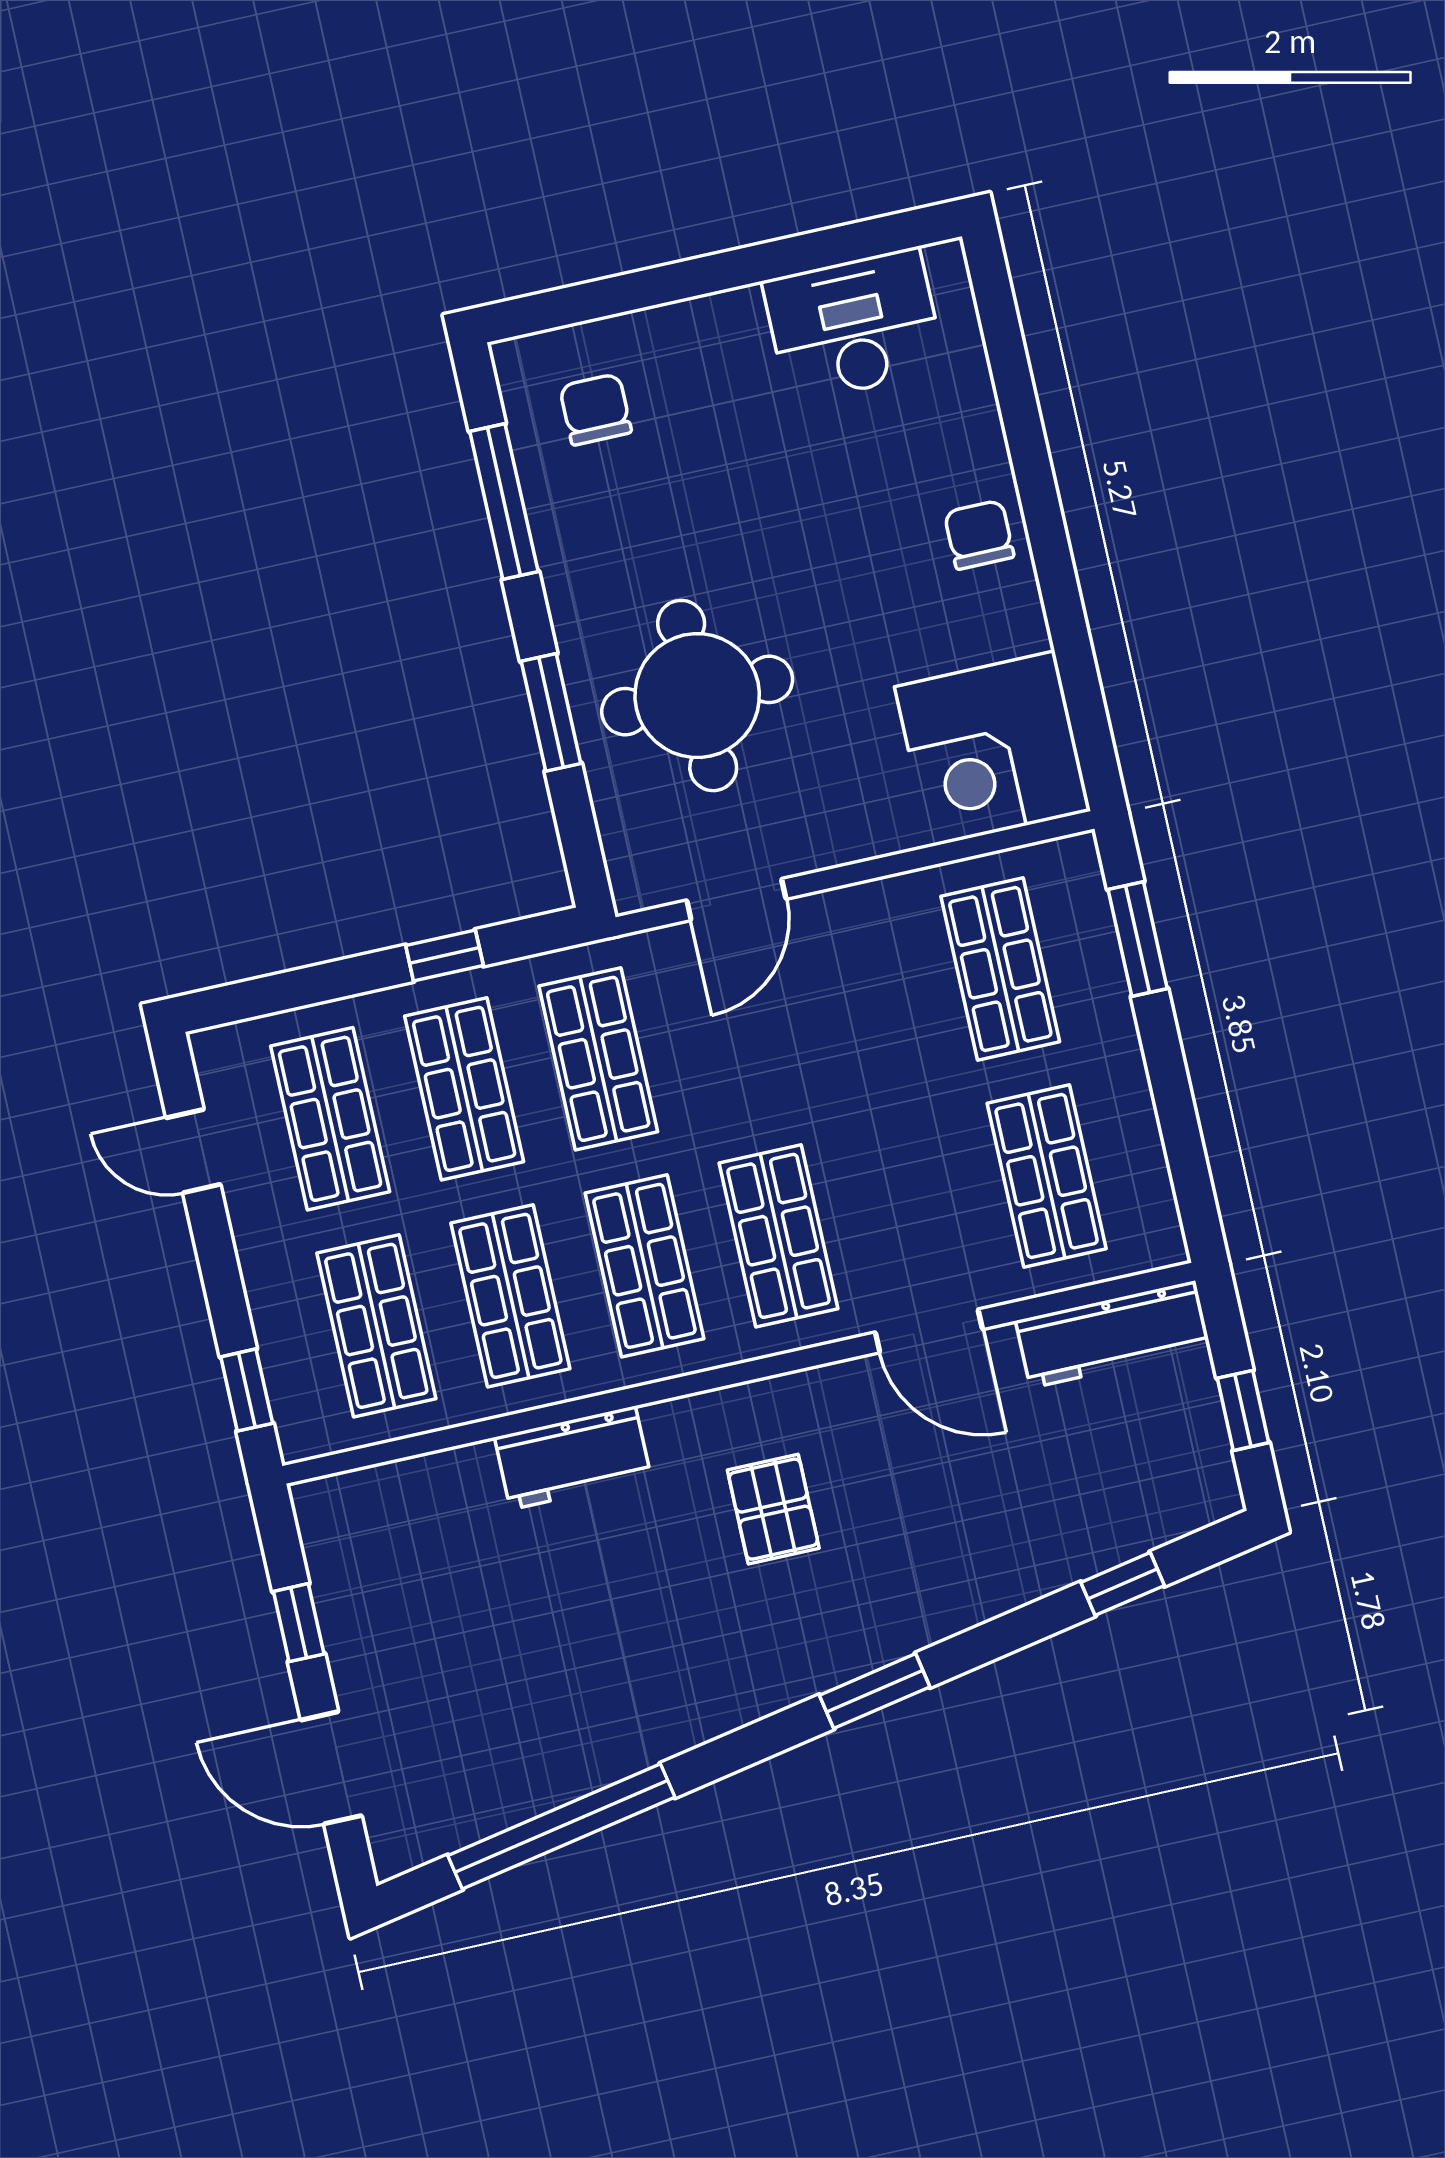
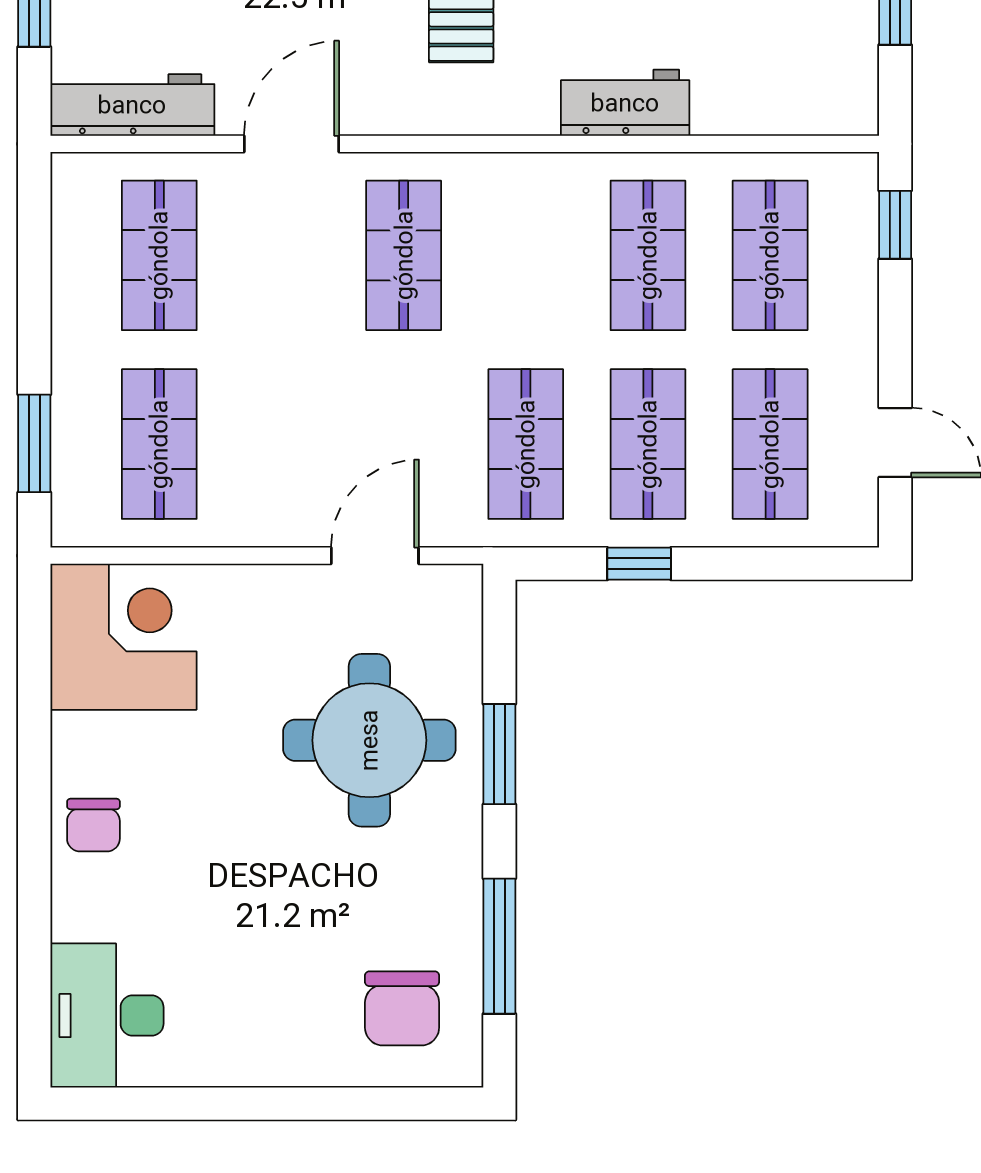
desk: (854, 326) -> (107, 1016), moved, turned 90
chair: (596, 409) -> (402, 1008), width x1.37, depth x1.37
shop shelf: (644, 1266) -> (526, 255), removed
door: (929, 1331) -> (291, 144), hinge flipped

